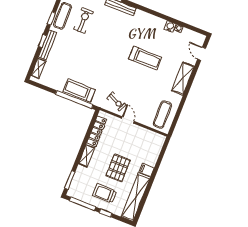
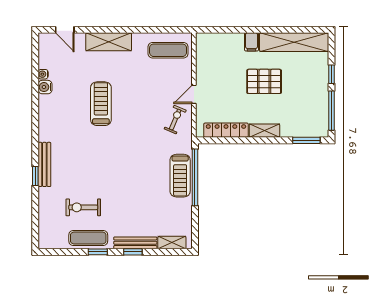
door: (202, 54) -> (65, 30), hinge flipped
trolley: (105, 193) -> (306, 86), removed

